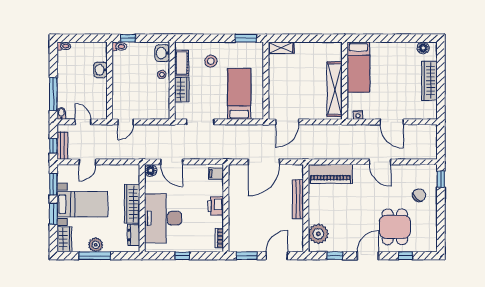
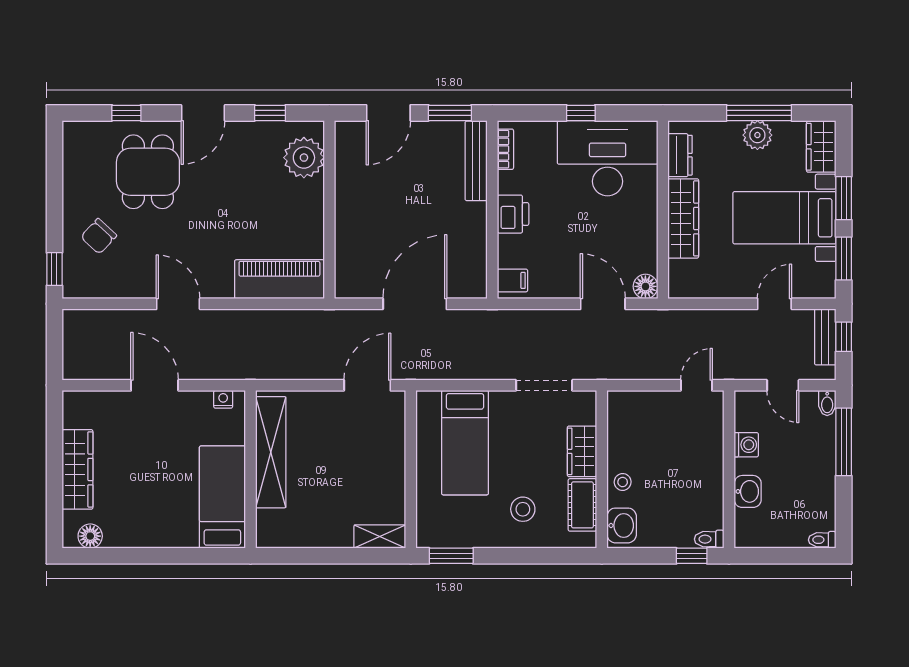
washing machine: (101, 93) -> (746, 445), added
bench: (298, 199) -> (476, 161), moved
desk: (163, 218) -> (608, 158), moved, turned -90

